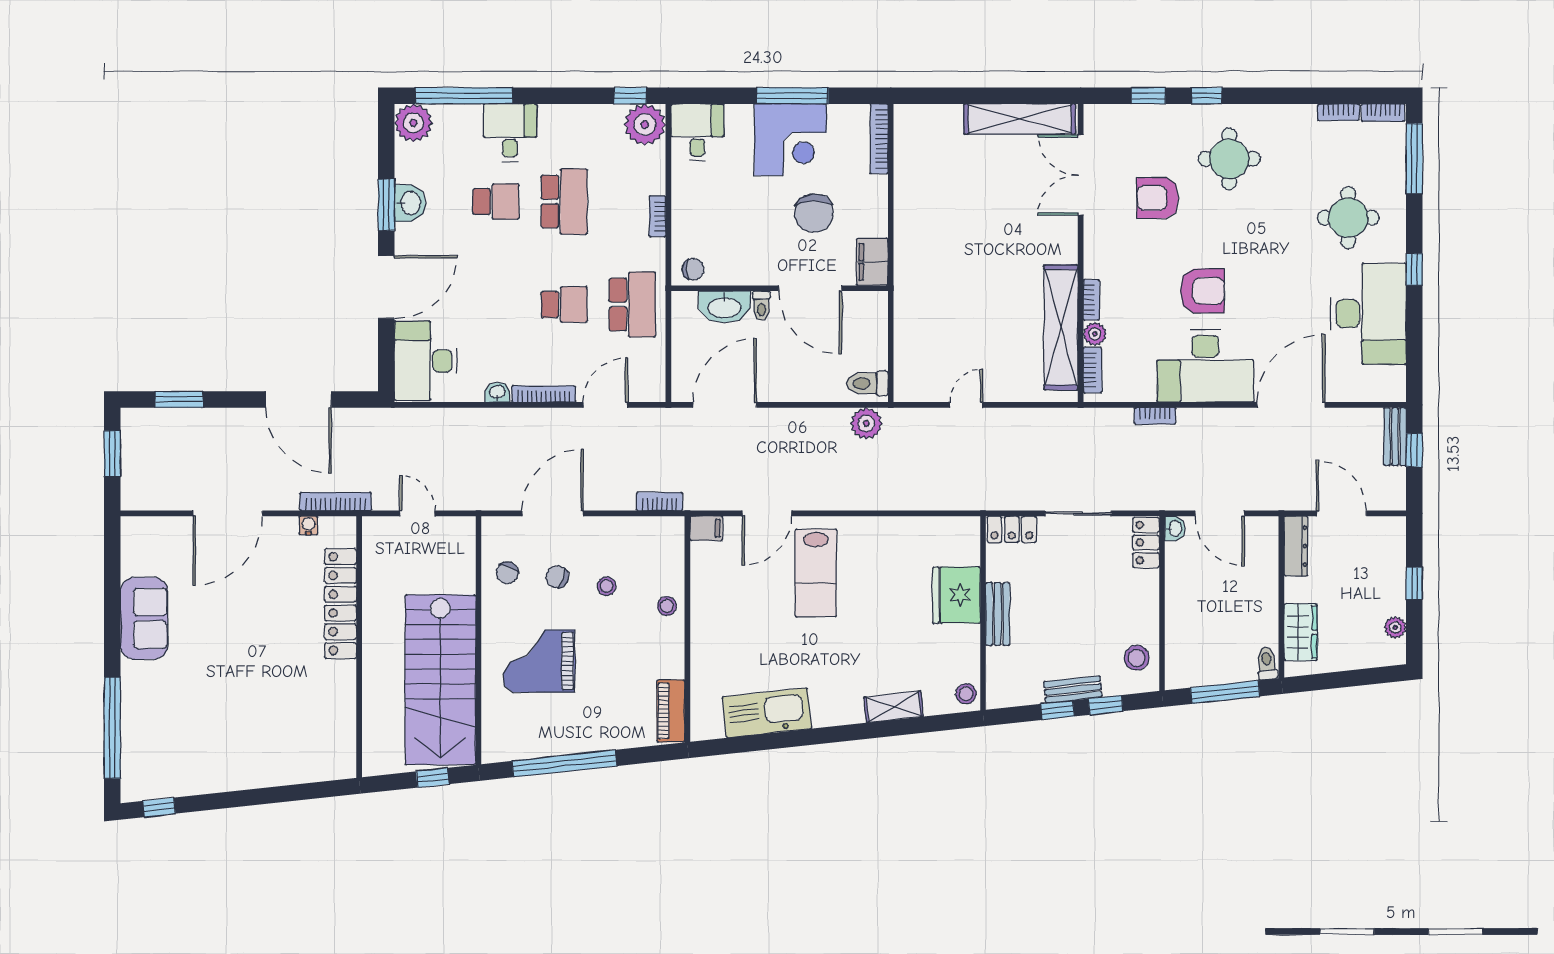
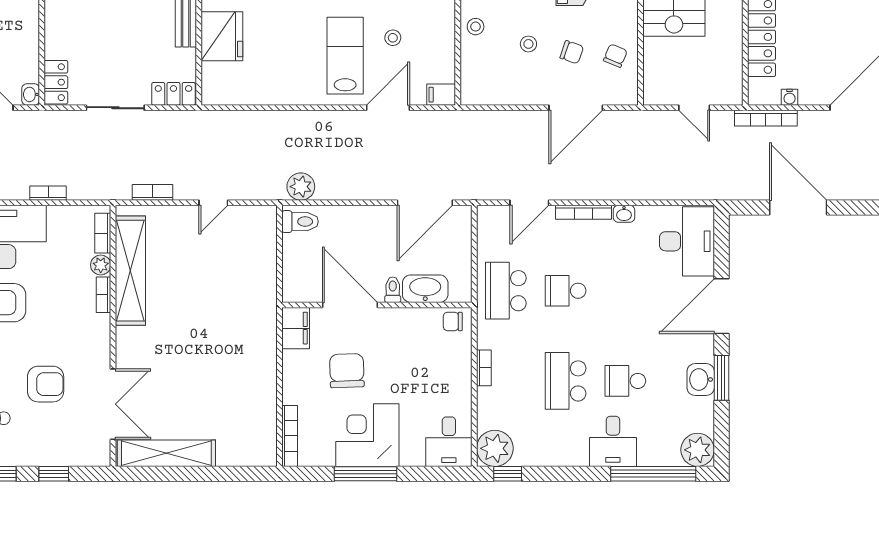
bookcase: (660, 502) -> (152, 192), moved, turned 180
stool: (761, 593) -> (393, 38), added

